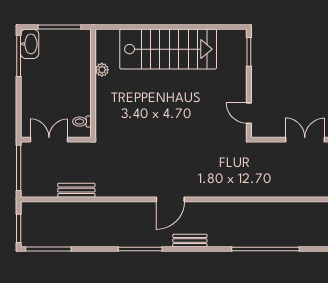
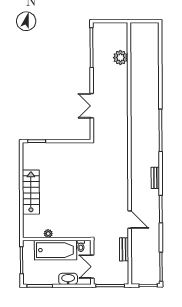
washbasin: (30, 44) -> (68, 279), moved
stairs: (168, 49) -> (31, 192), width x0.73, depth x0.66
bathtub: (75, 81) -> (55, 250), added
door: (249, 113) -> (75, 141), removed
door: (170, 199) -> (130, 219), moved

